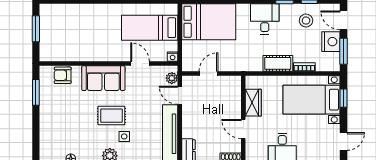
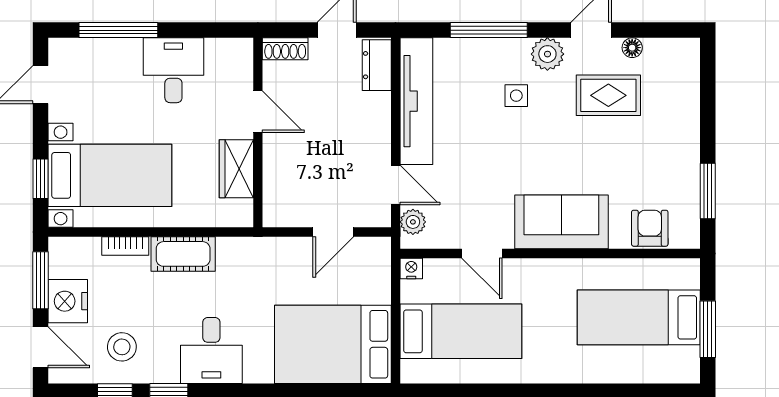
bed: (68, 34) -> (639, 317), added
armchair: (63, 75) -> (650, 228), turned -90
rug: (111, 116) -> (608, 95), moved

